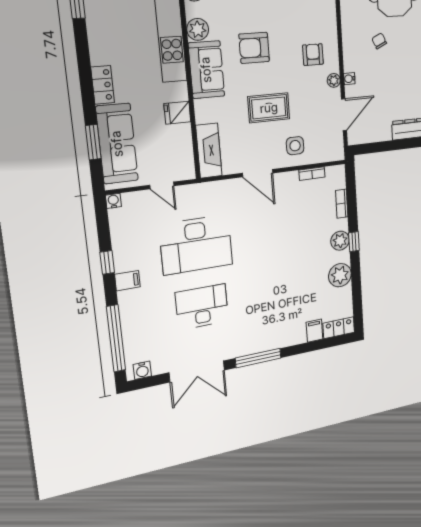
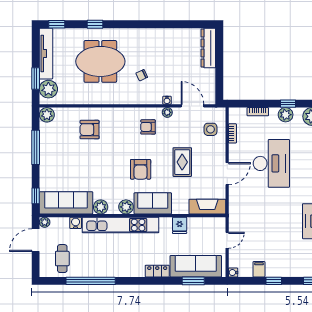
side table: (295, 146) -> (210, 129), moved
desk: (196, 245) -> (271, 163), moved
filing cabinet: (127, 281) -> (259, 269), moved

